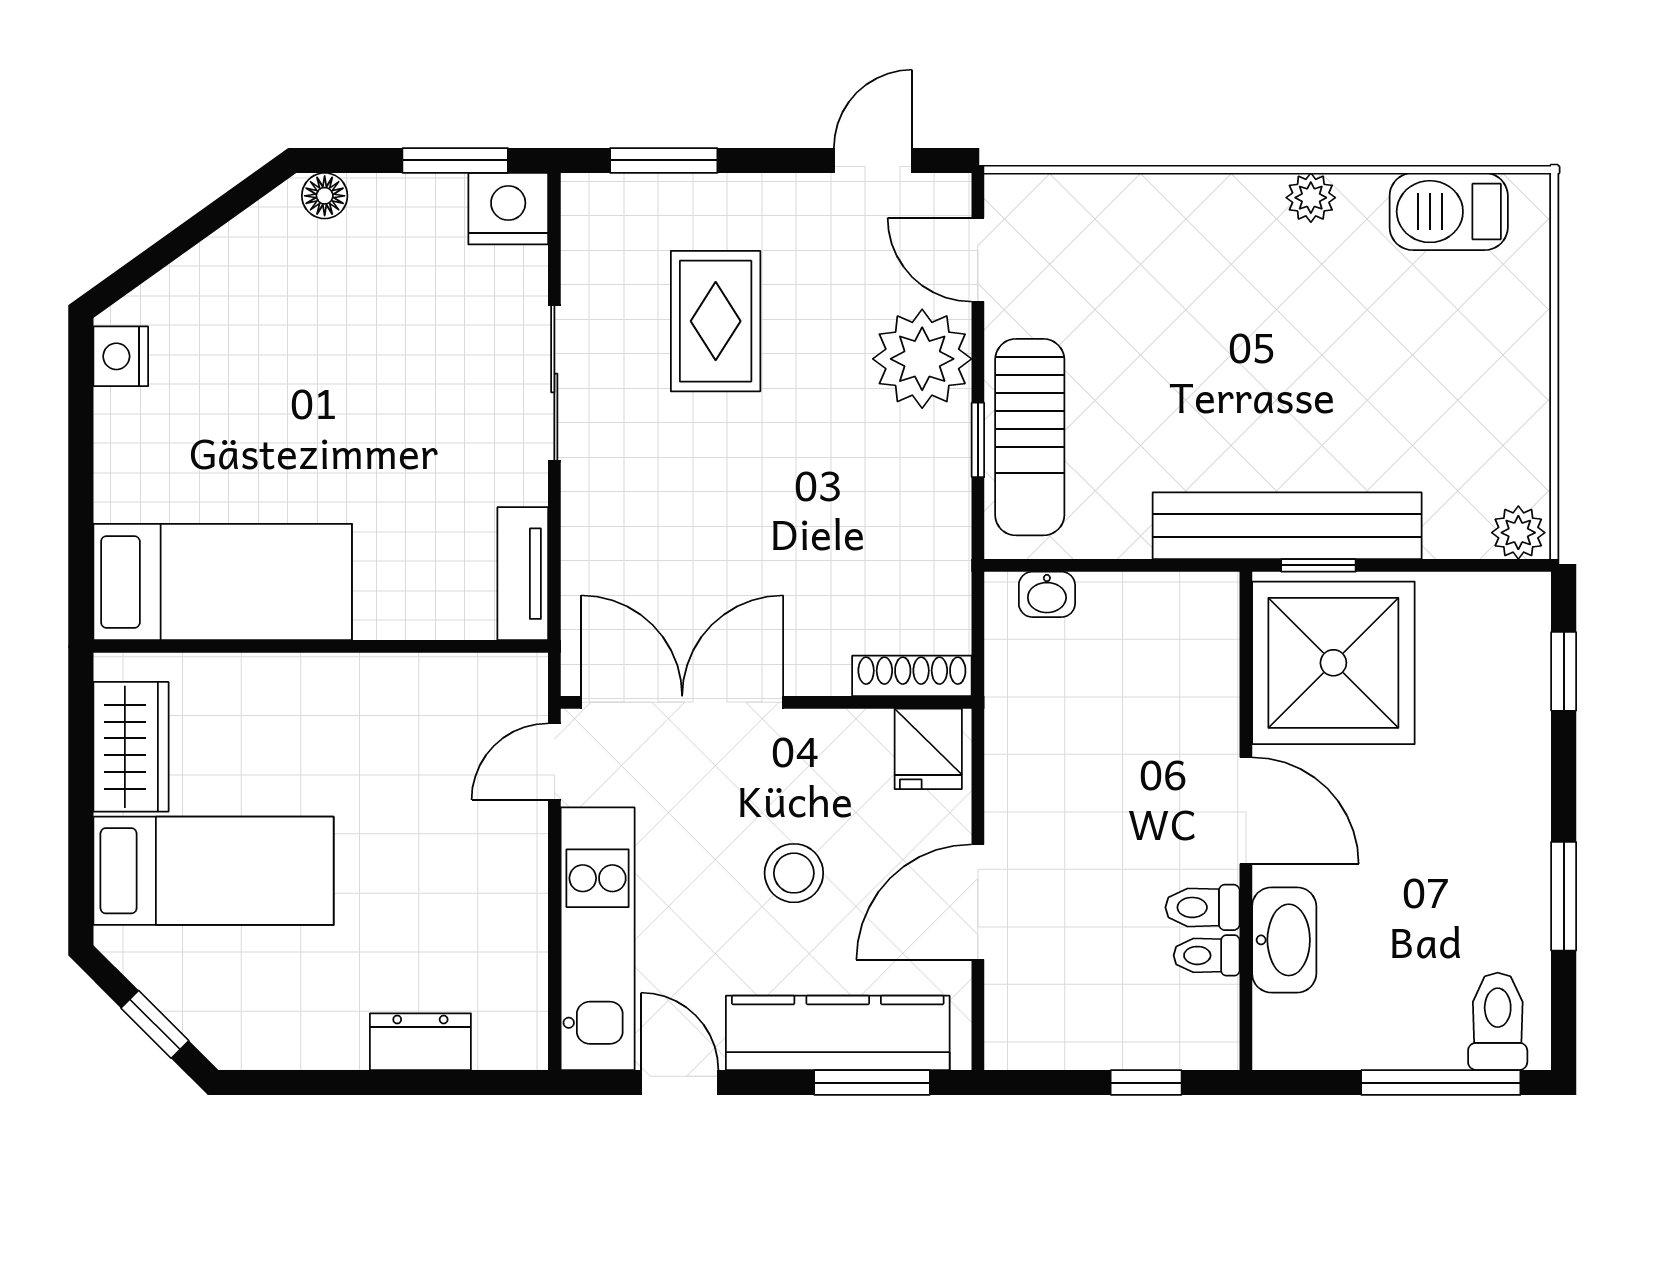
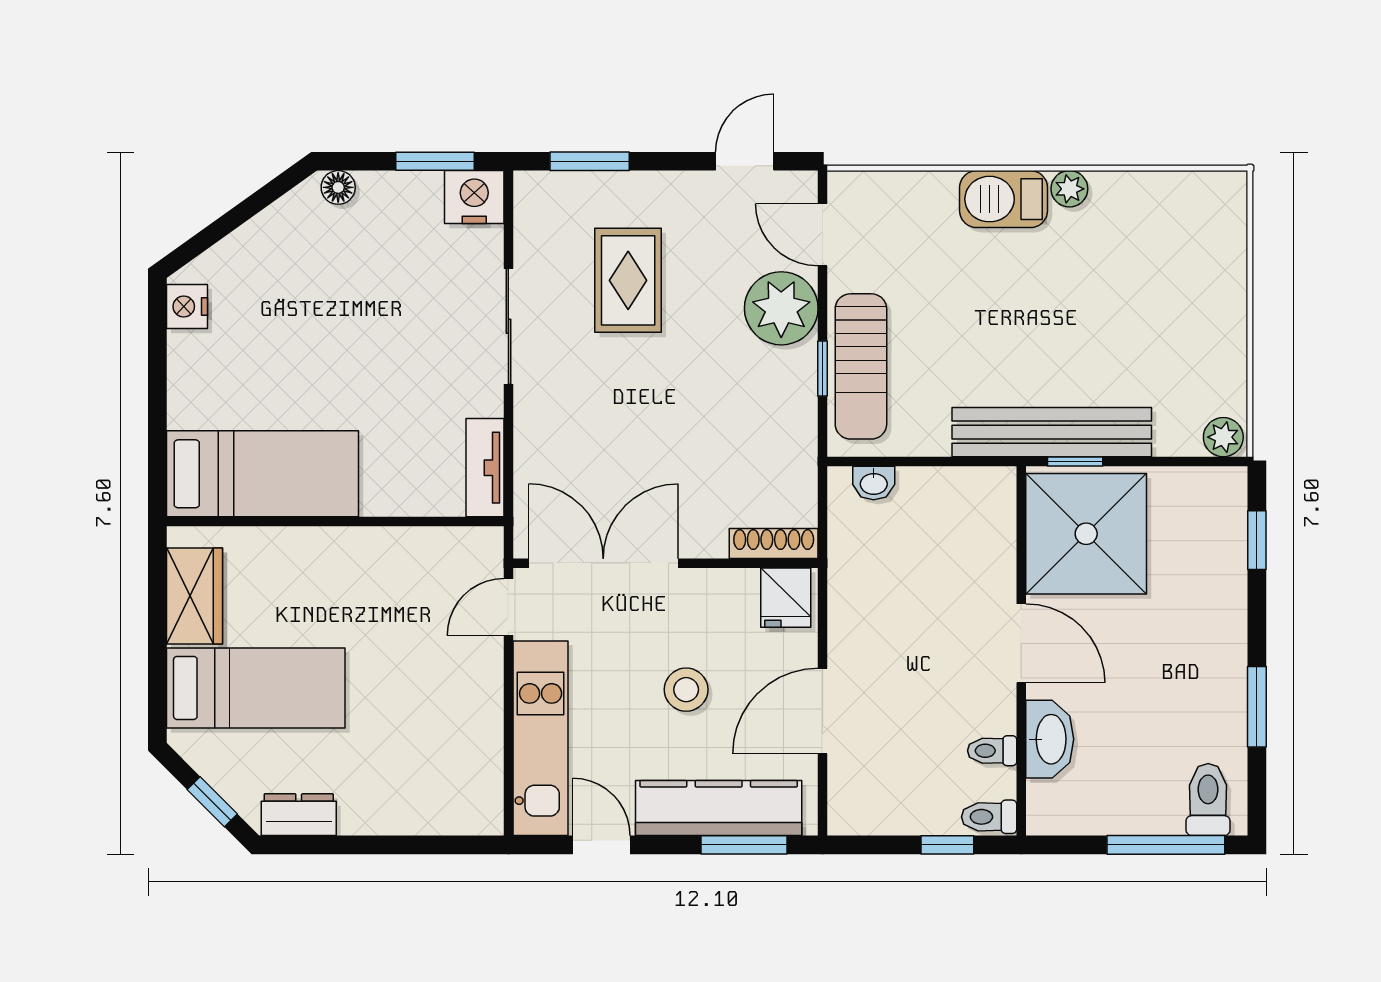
barbecue: (1449, 212) -> (1004, 199), moved
toilet: (1203, 907) -> (989, 817), moved
dresser: (420, 1042) -> (299, 815), moved

